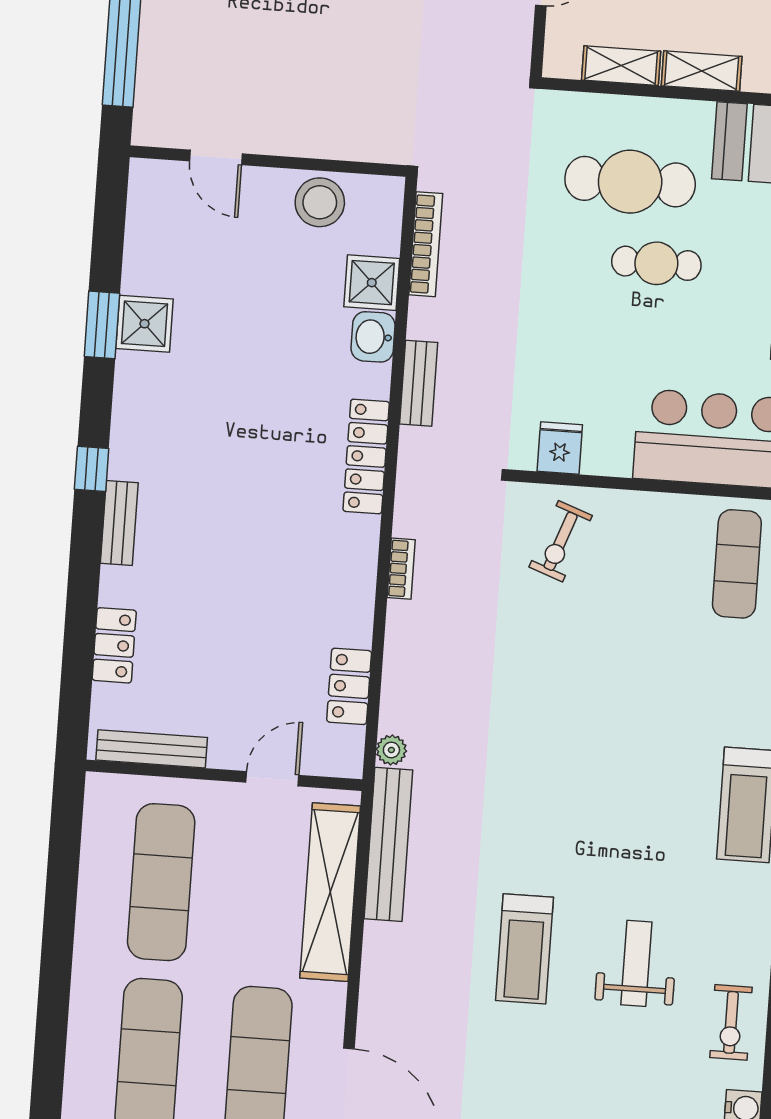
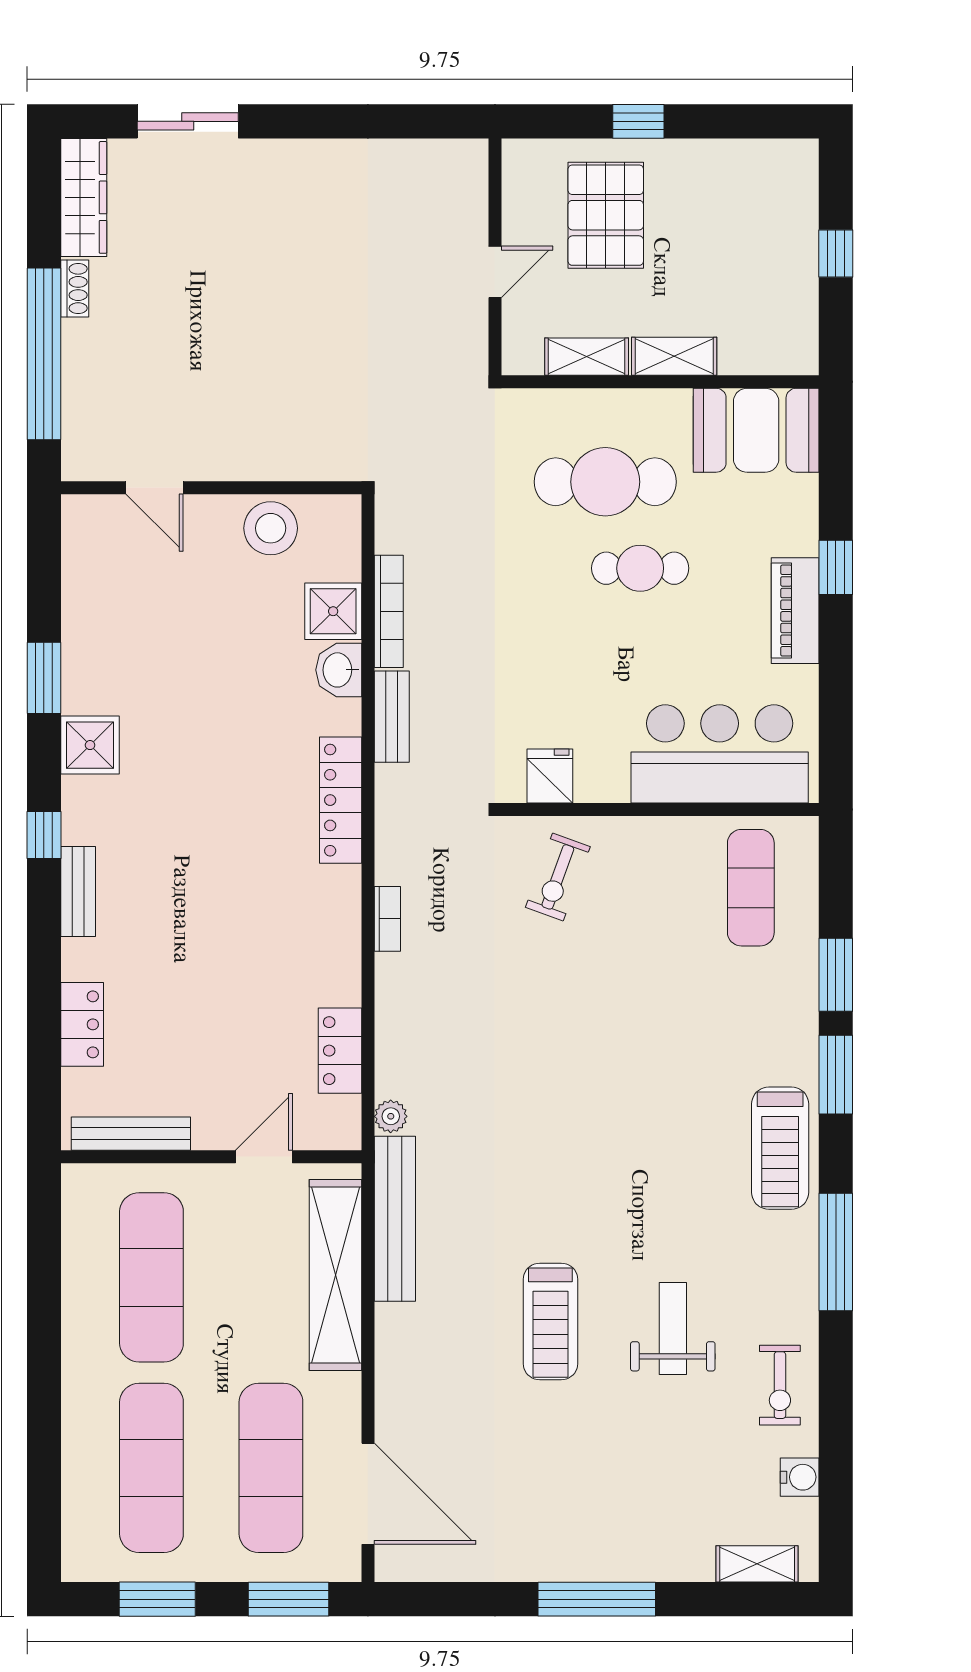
bookcase: (426, 244) -> (389, 611), moved
shower: (144, 324) -> (90, 745), moved

